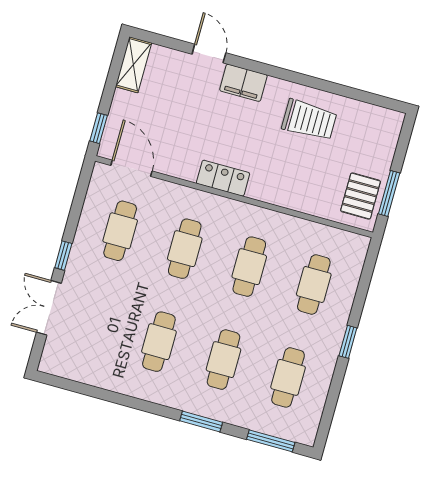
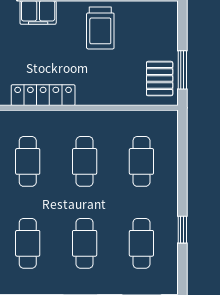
trolley: (309, 120) -> (100, 28), turned 90
locker: (223, 178) -> (43, 95), width x1.53
window: (348, 342) -> (182, 230), moved

